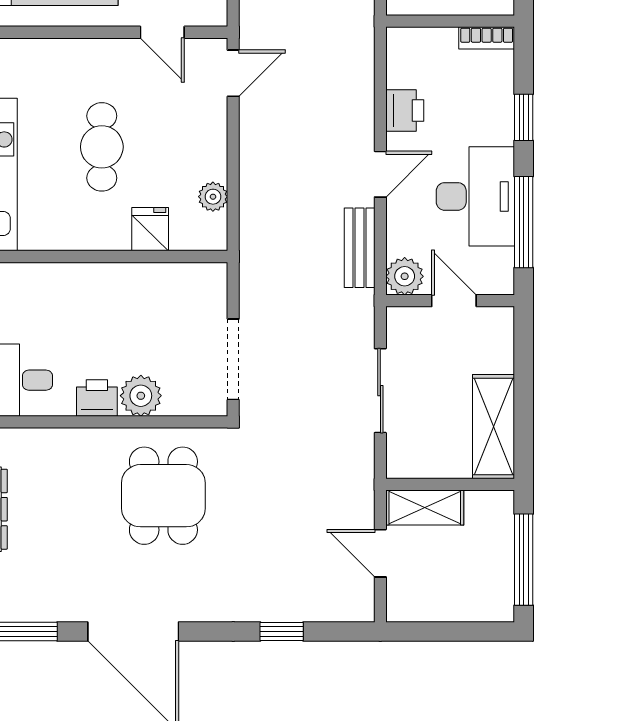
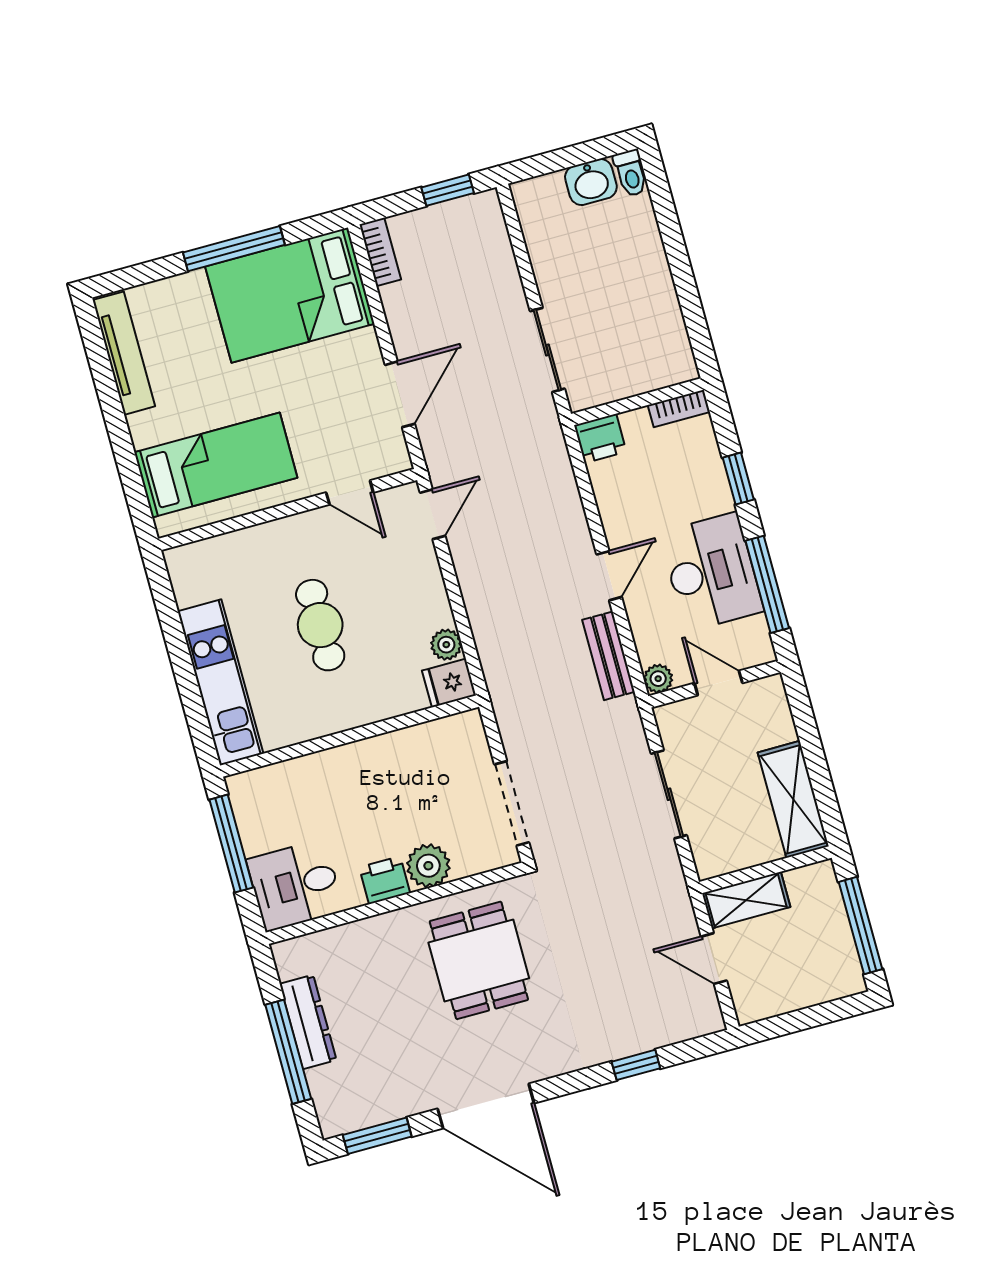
printer: (405, 110) -> (600, 439), moved, turned 90
fridge: (150, 229) -> (449, 683), moved, turned -90
plant: (405, 276) -> (658, 679), width x0.73, depth x0.73

